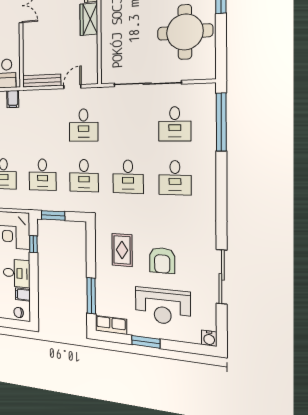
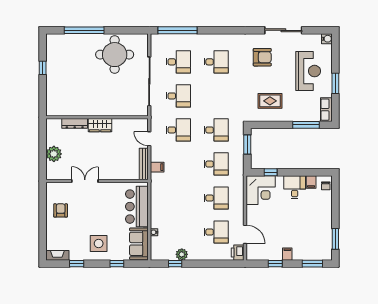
filing cabinet: (13, 99) -> (157, 167), moved
desk: (128, 177) -> (178, 96), moved
window: (53, 215) -> (247, 144), moved
armchair: (162, 260) -> (262, 57), moved

